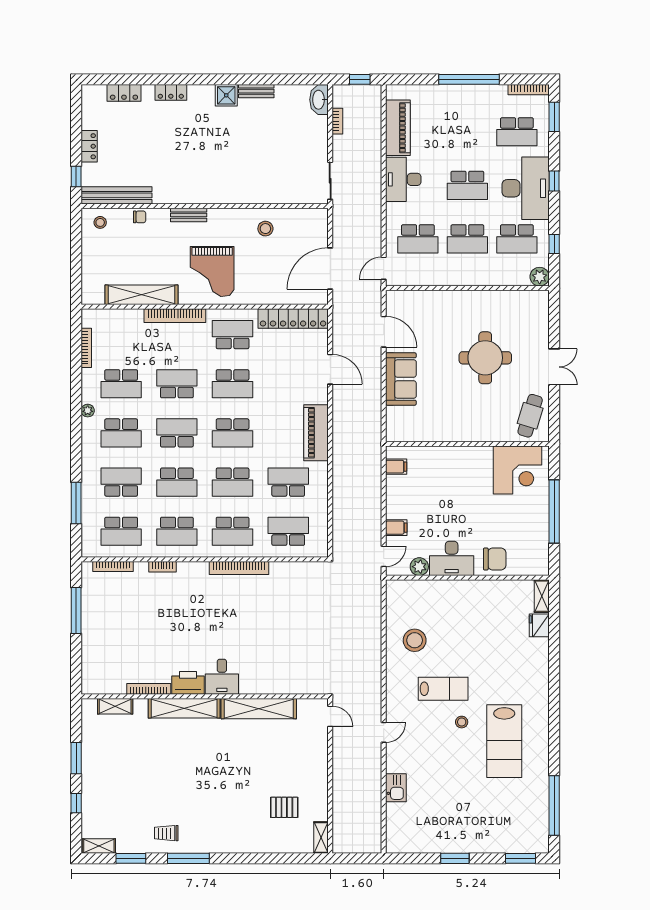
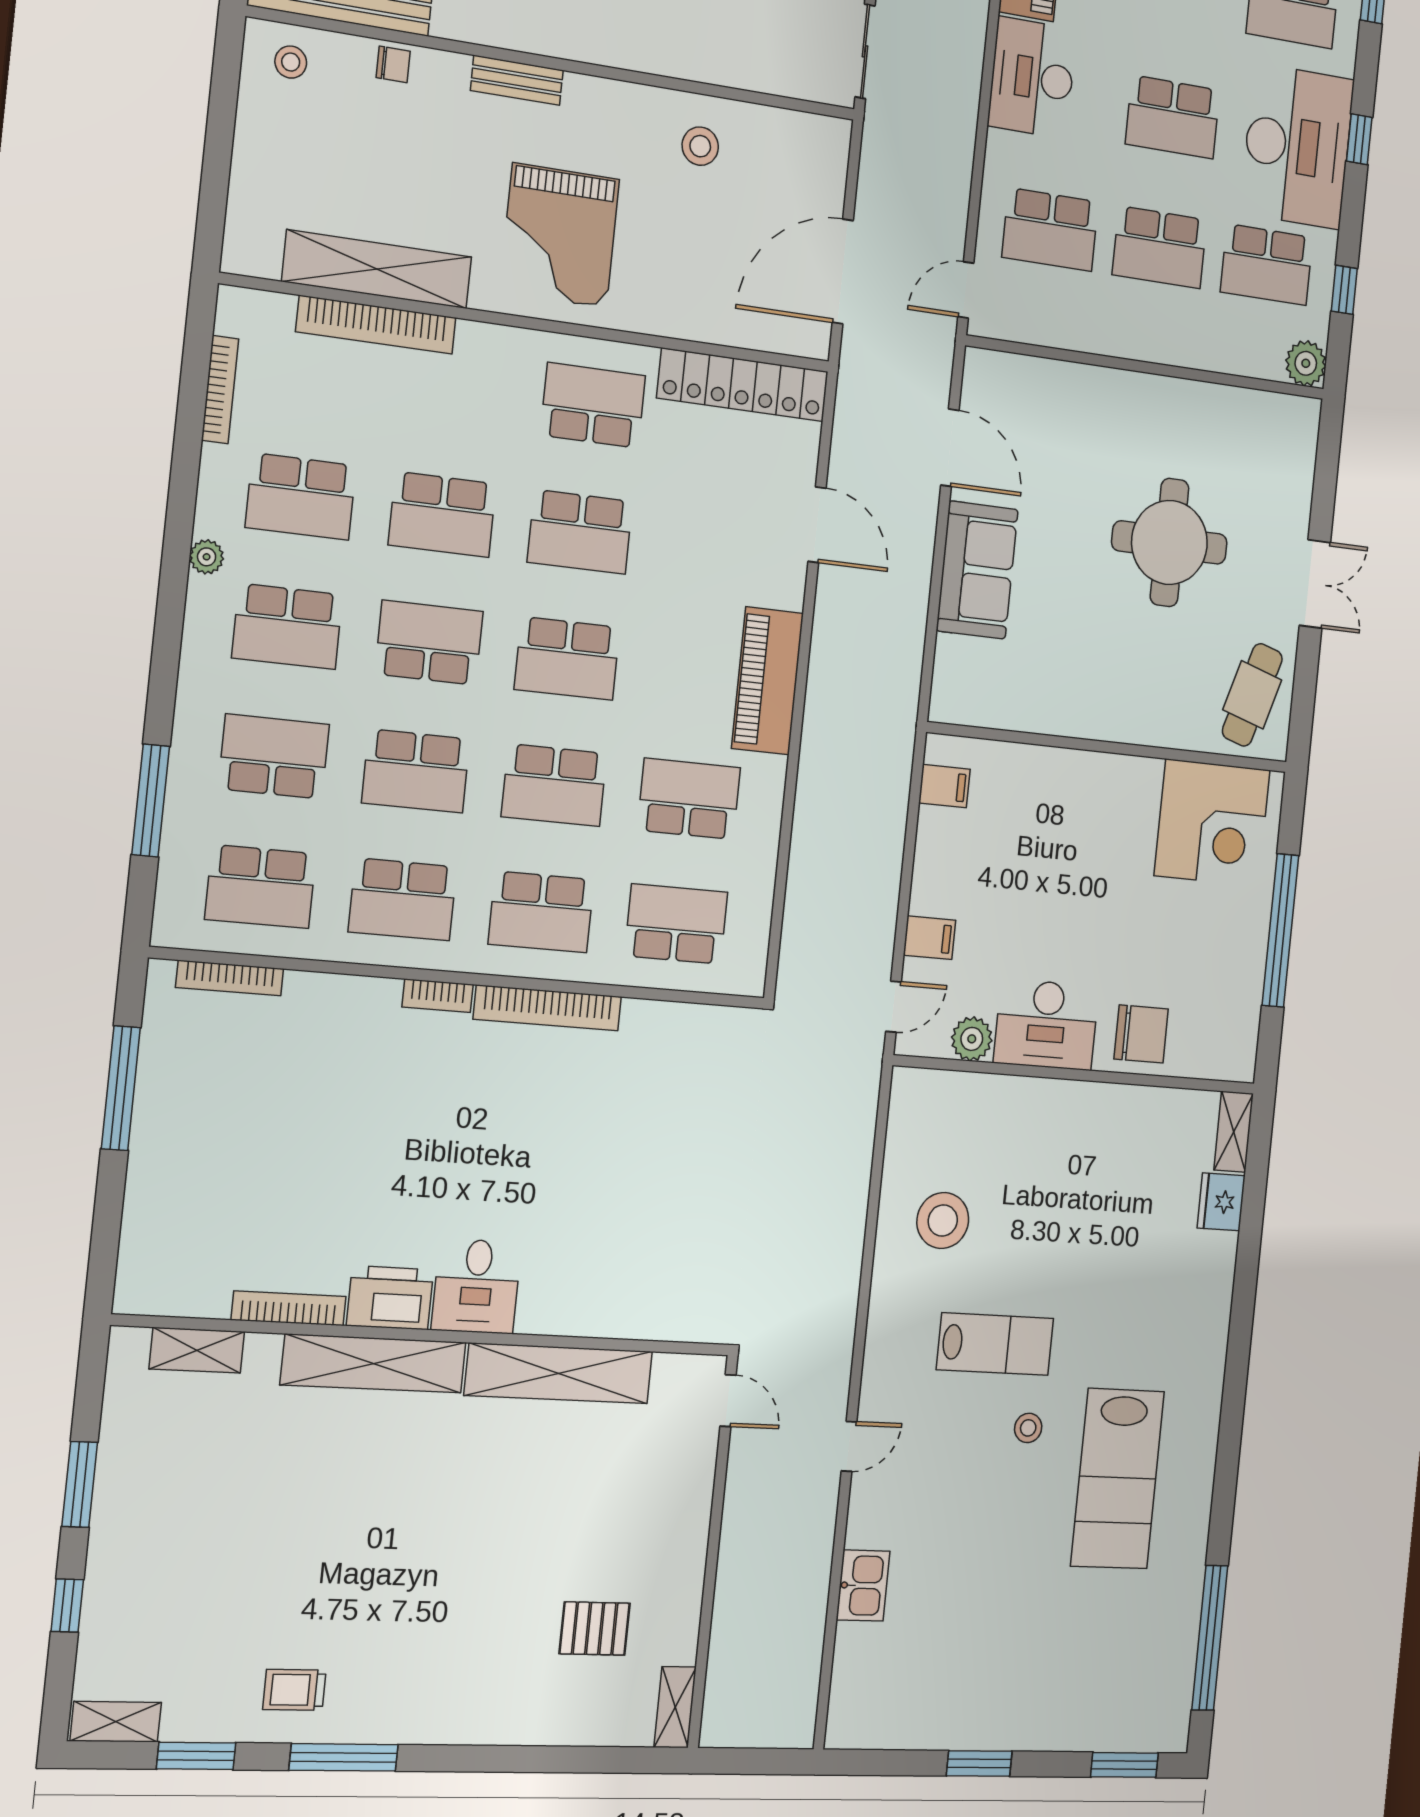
bookcase: (175, 316) -> (376, 325), moved
school desk: (177, 384) -> (442, 514), turned 180
bookcase: (162, 567) -> (438, 996), moved

